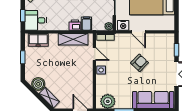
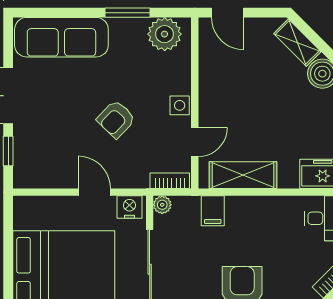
printer: (75, 25) -> (239, 207), removed
door: (94, 54) -> (195, 142), swing flipped
armchair: (140, 63) -> (116, 119), moved

